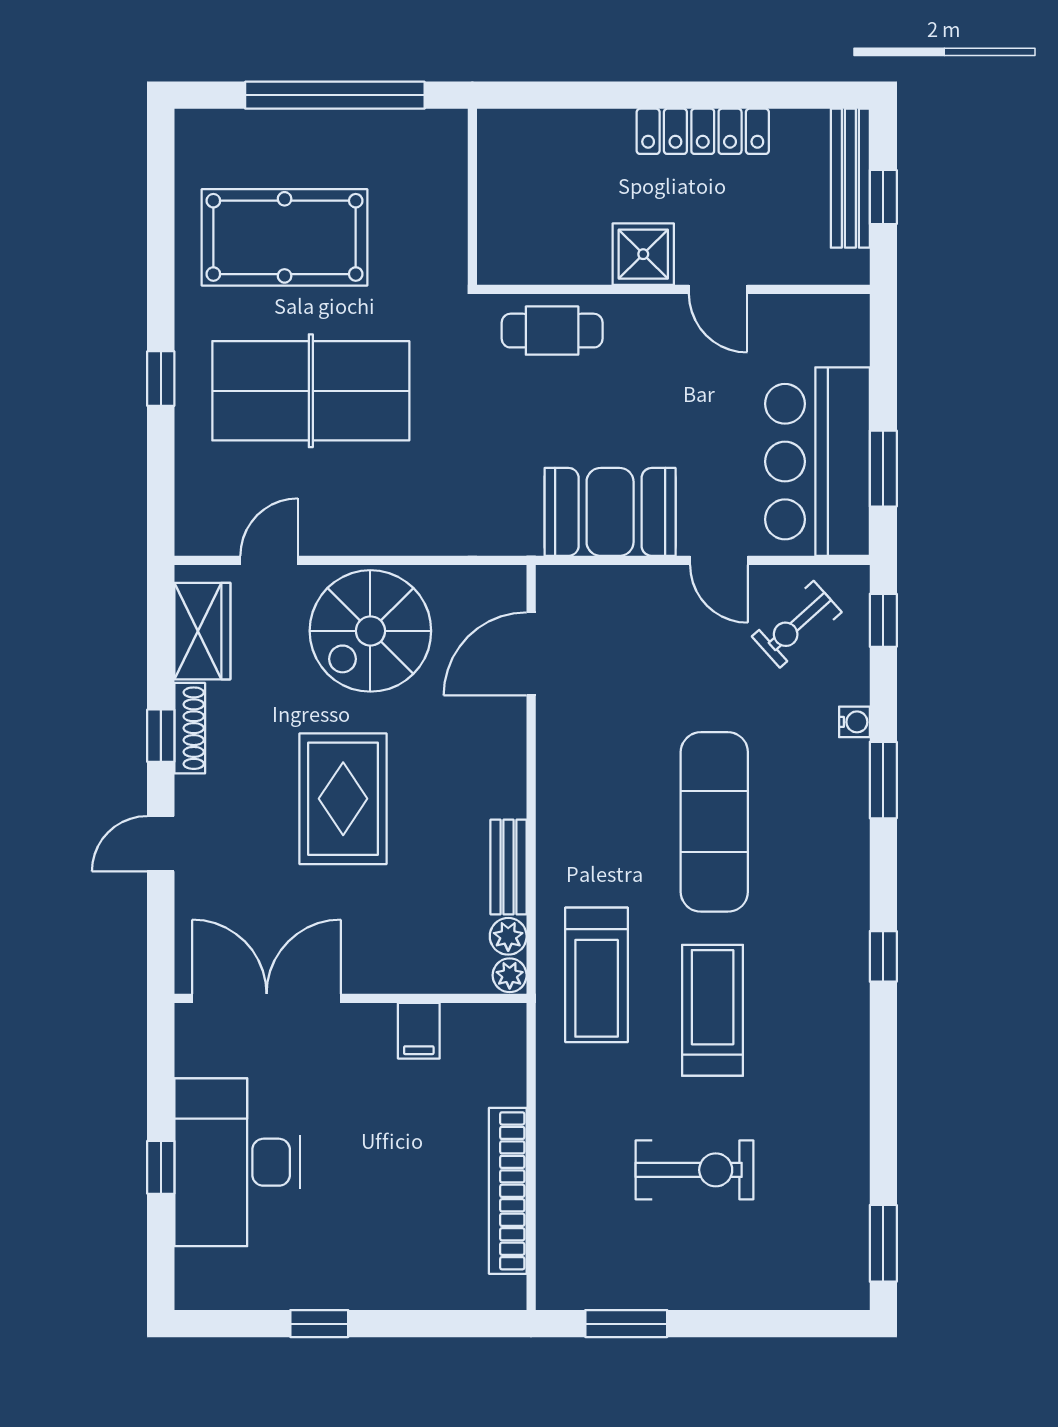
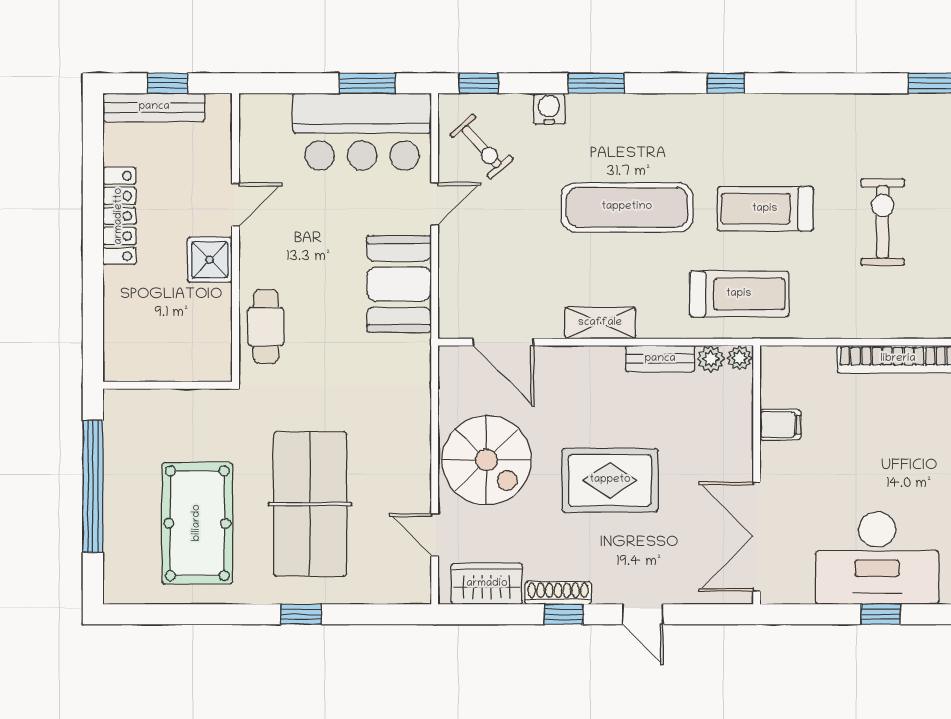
water cooler: (854, 722) -> (549, 109), width x1.38, depth x1.38
shelving: (557, 786) -> (600, 323), added

